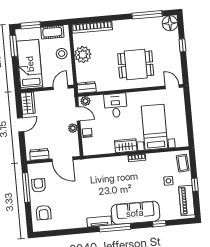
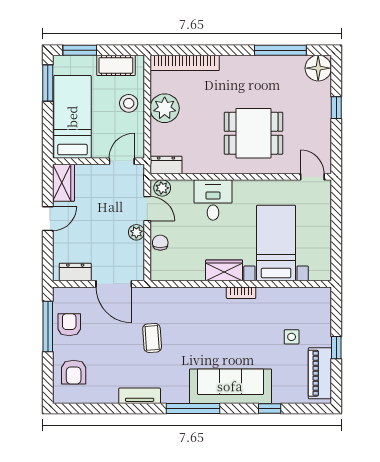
coffee table: (183, 163) -> (152, 338), moved
tv unit: (99, 222) -> (140, 396), moved

